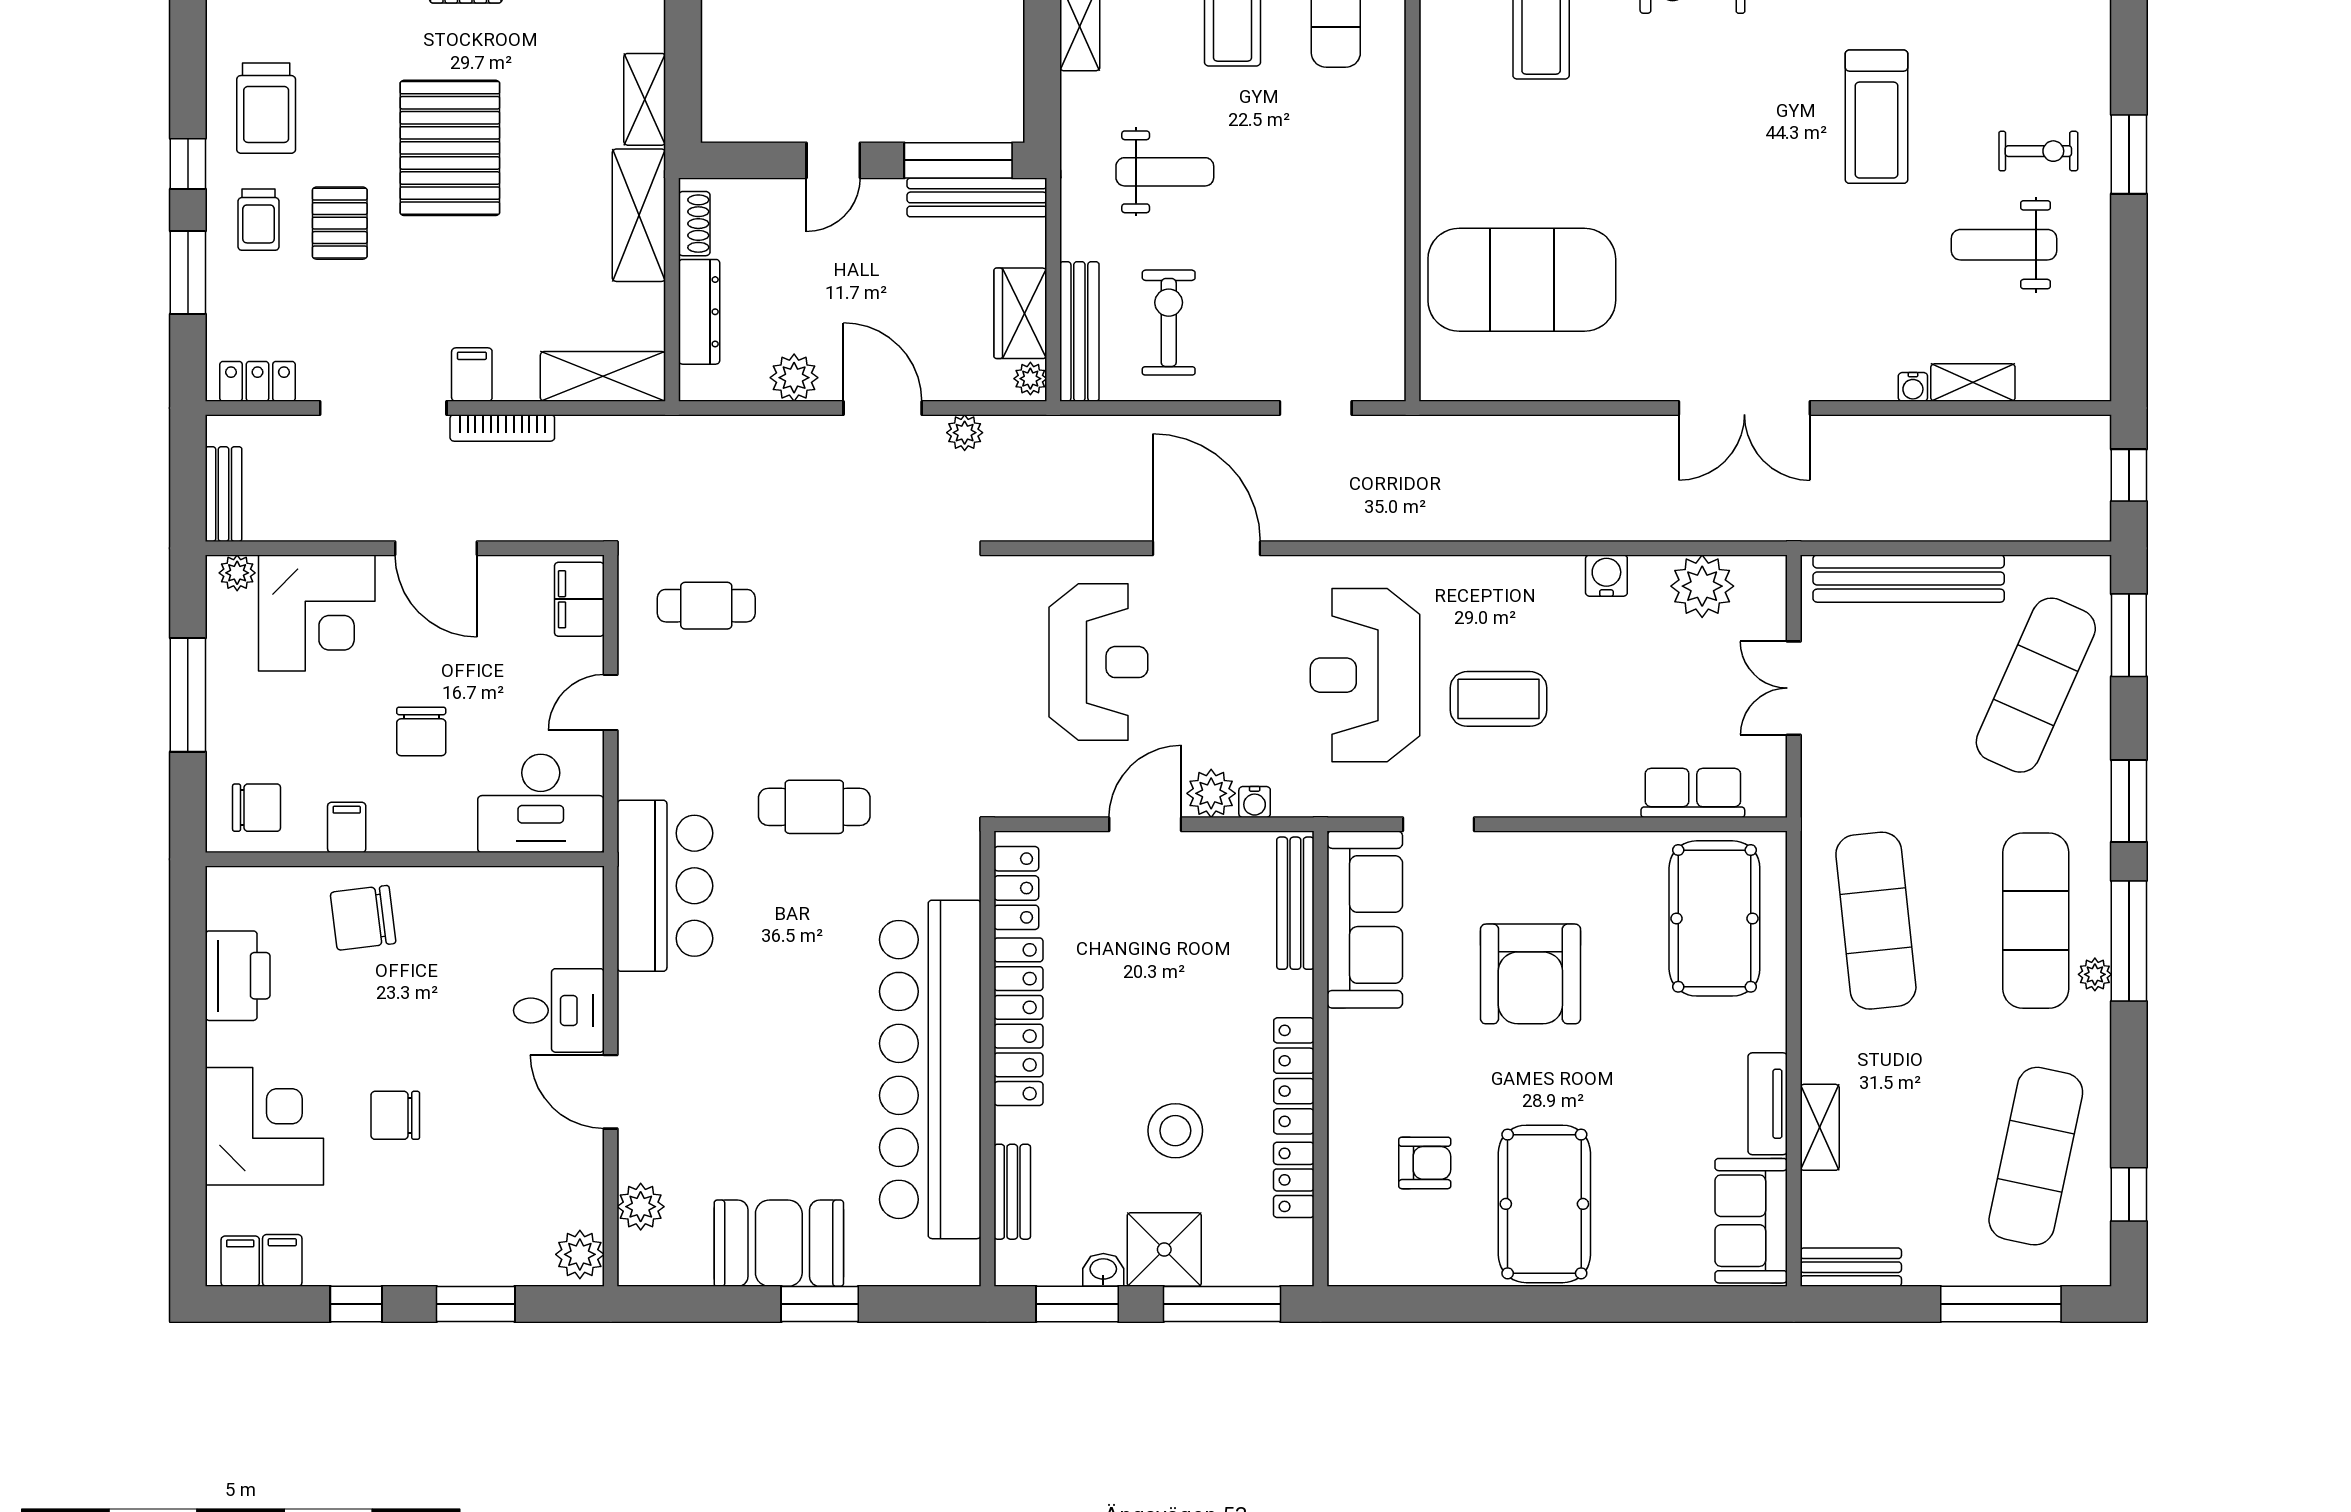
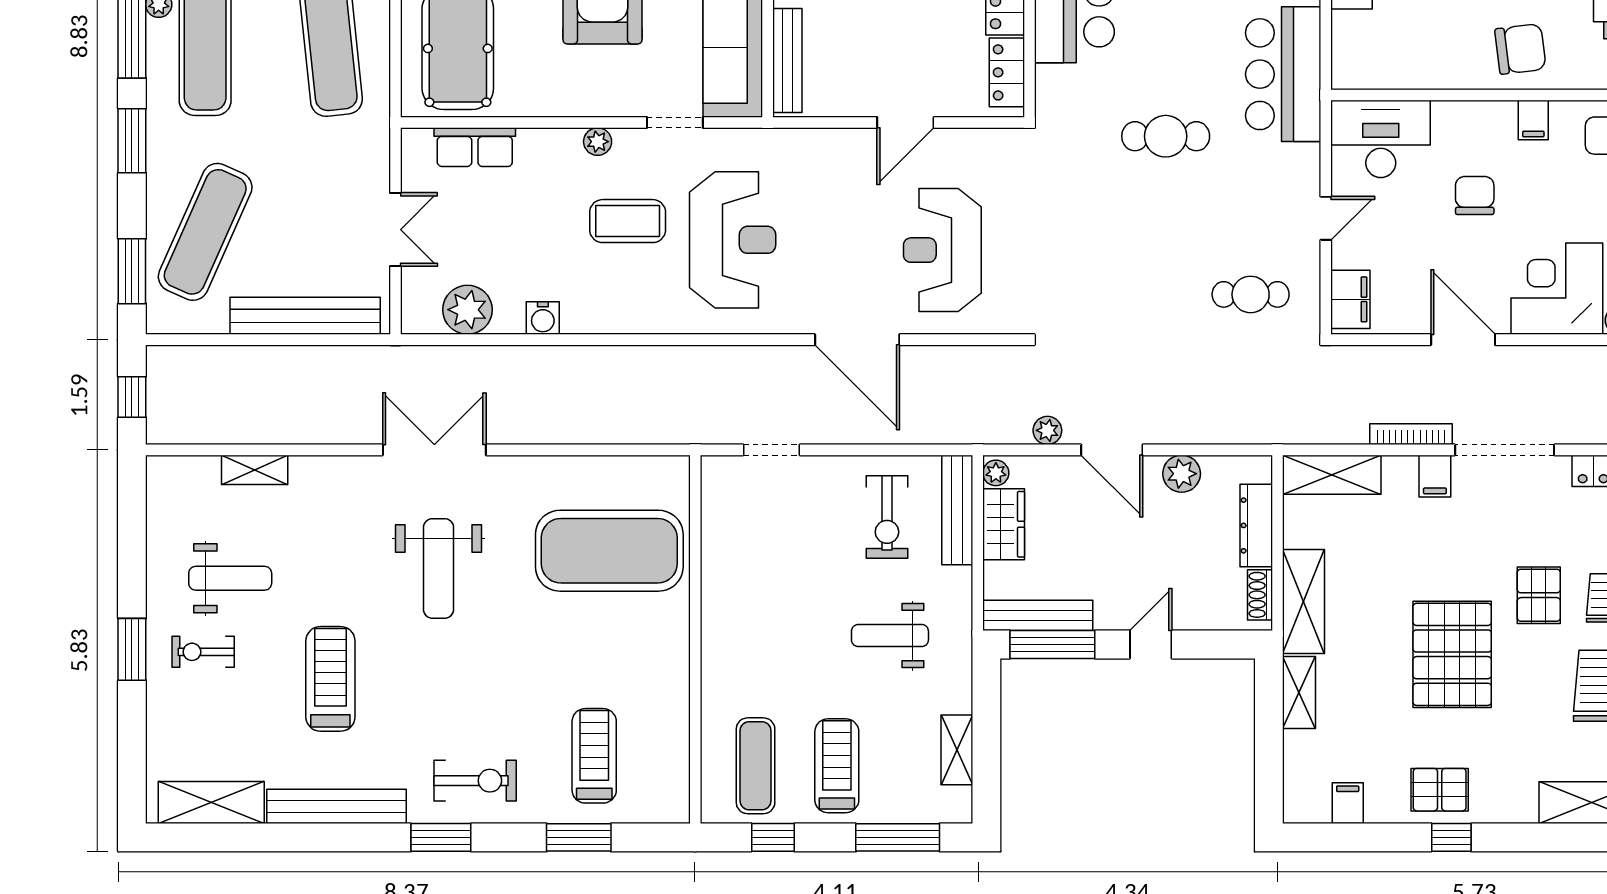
weight bench: (1739, 257) -> (439, 568), added
water cooler: (1913, 387) -> (302, 466), removed
plant: (1211, 793) -> (598, 142), moved, width x0.73, depth x0.73
water cooler: (1255, 802) -> (819, 140), removed

